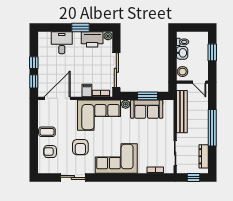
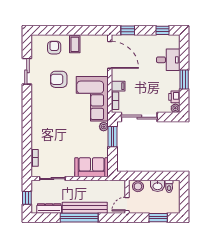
printer: (92, 39) -> (174, 97), width x0.53, depth x0.68
window: (34, 63) -> (162, 30), moved
window: (147, 96) -> (113, 137), moved
sofa: (147, 109) -> (91, 167), moved, turned 90
bench: (182, 112) -> (85, 208), moved
corner sofa: (116, 158) -> (47, 117), removed

